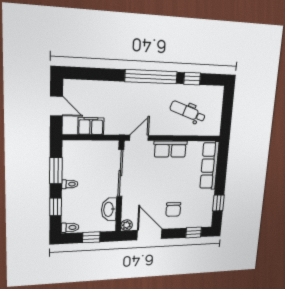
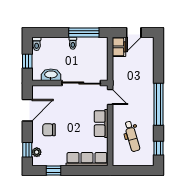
window: (192, 79) -> (158, 148), moved
dental chair: (188, 112) -> (132, 136), turned 144
filing cabinet: (91, 126) -> (119, 47), moved
window: (56, 171) -> (84, 32), width x1.44
window: (56, 207) -> (54, 32), removed
plant: (127, 225) -> (37, 152), moved

